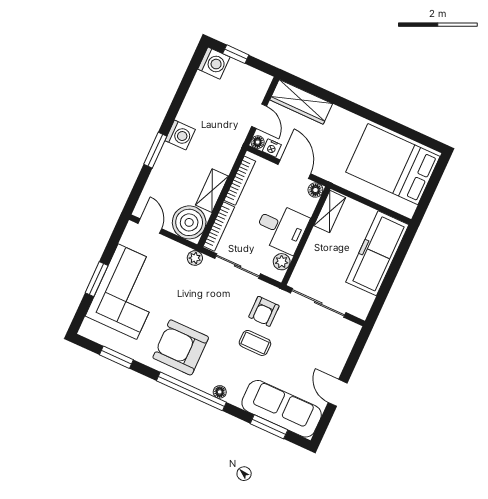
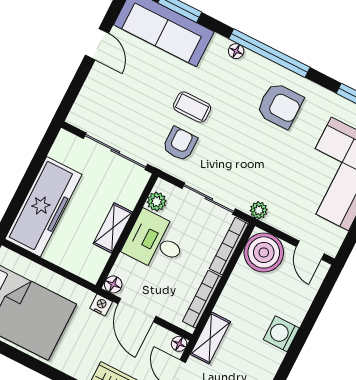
washing machine: (180, 135) -> (281, 334), moved
nightstand: (272, 148) -> (101, 305), moved
window: (155, 150) -> (300, 339), removed
shelving: (212, 191) -> (210, 338), moved
shelving: (330, 212) -> (113, 228), moved
armchair: (181, 347) -> (280, 105), width x0.73, depth x0.73

